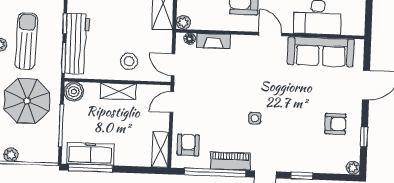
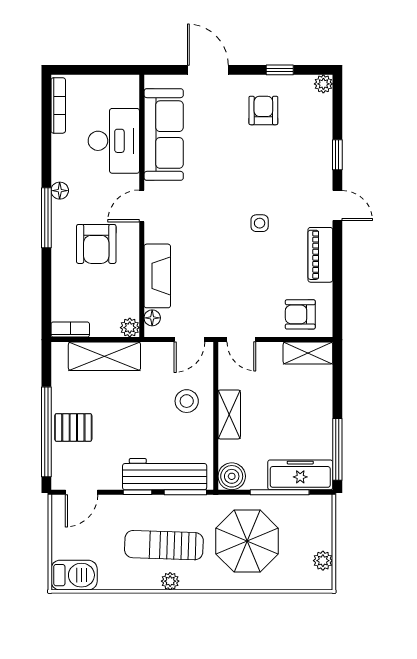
fireplace: (213, 41) -> (157, 276), width x1.37, depth x1.32
freezer: (90, 154) -> (300, 475), moved, turned 90
window: (215, 173) -> (337, 275), removed

